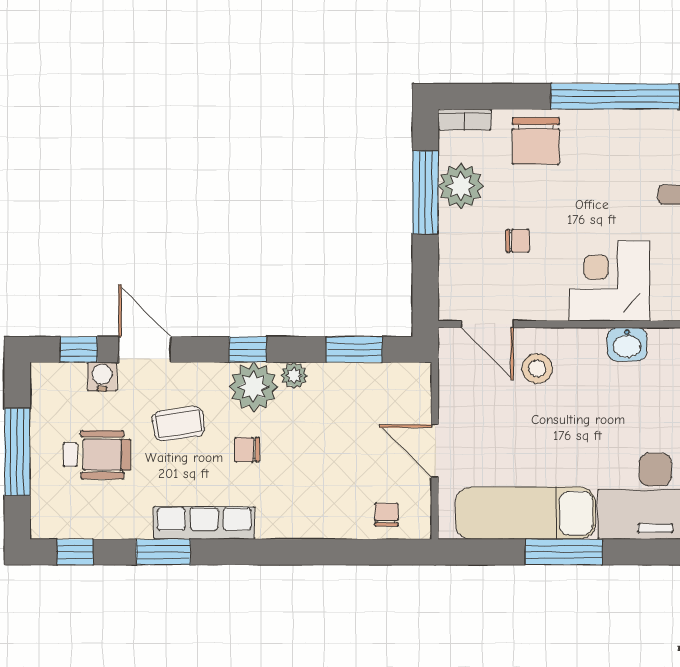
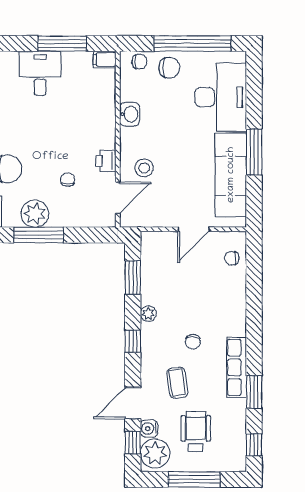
corner desk: (610, 281) -> (92, 124), removed
printer: (549, 305) -> (106, 161), added
plant: (254, 387) -> (155, 453), moved

